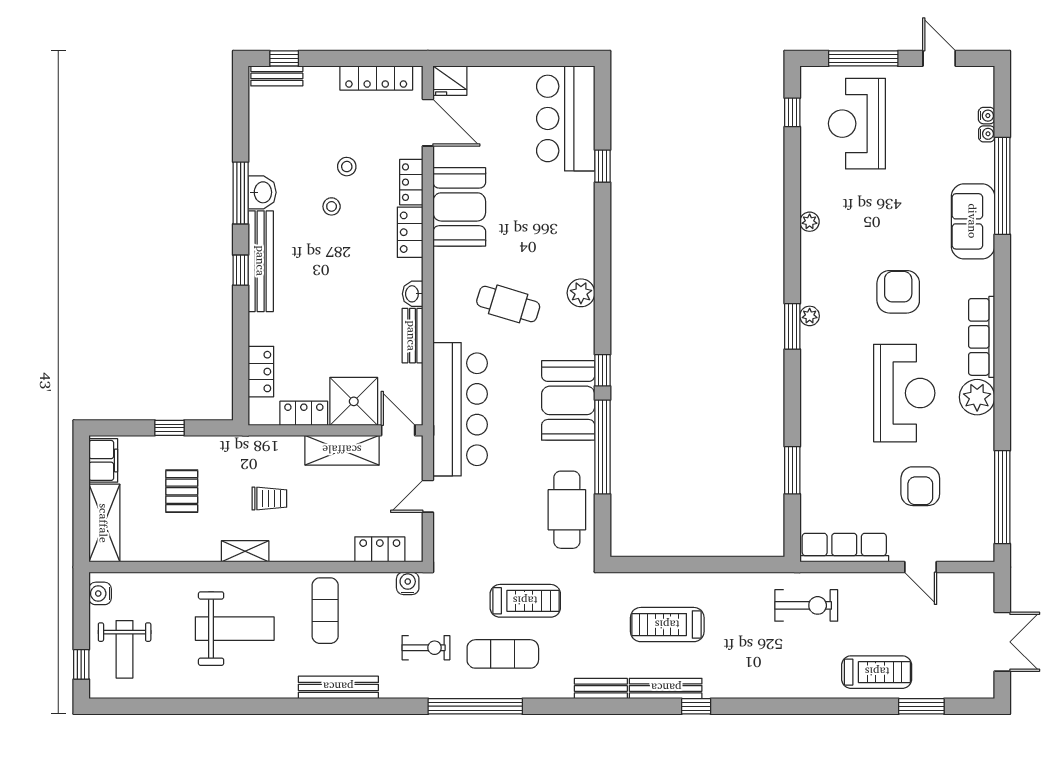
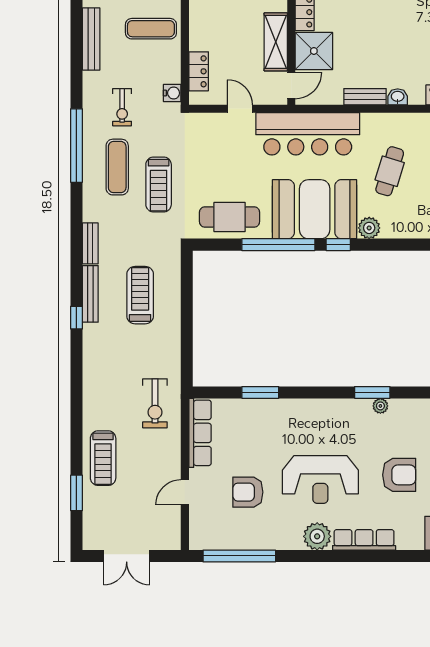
plant: (581, 293) -> (369, 228), moved
booth: (568, 400) -> (315, 209), width x1.36, depth x1.42

